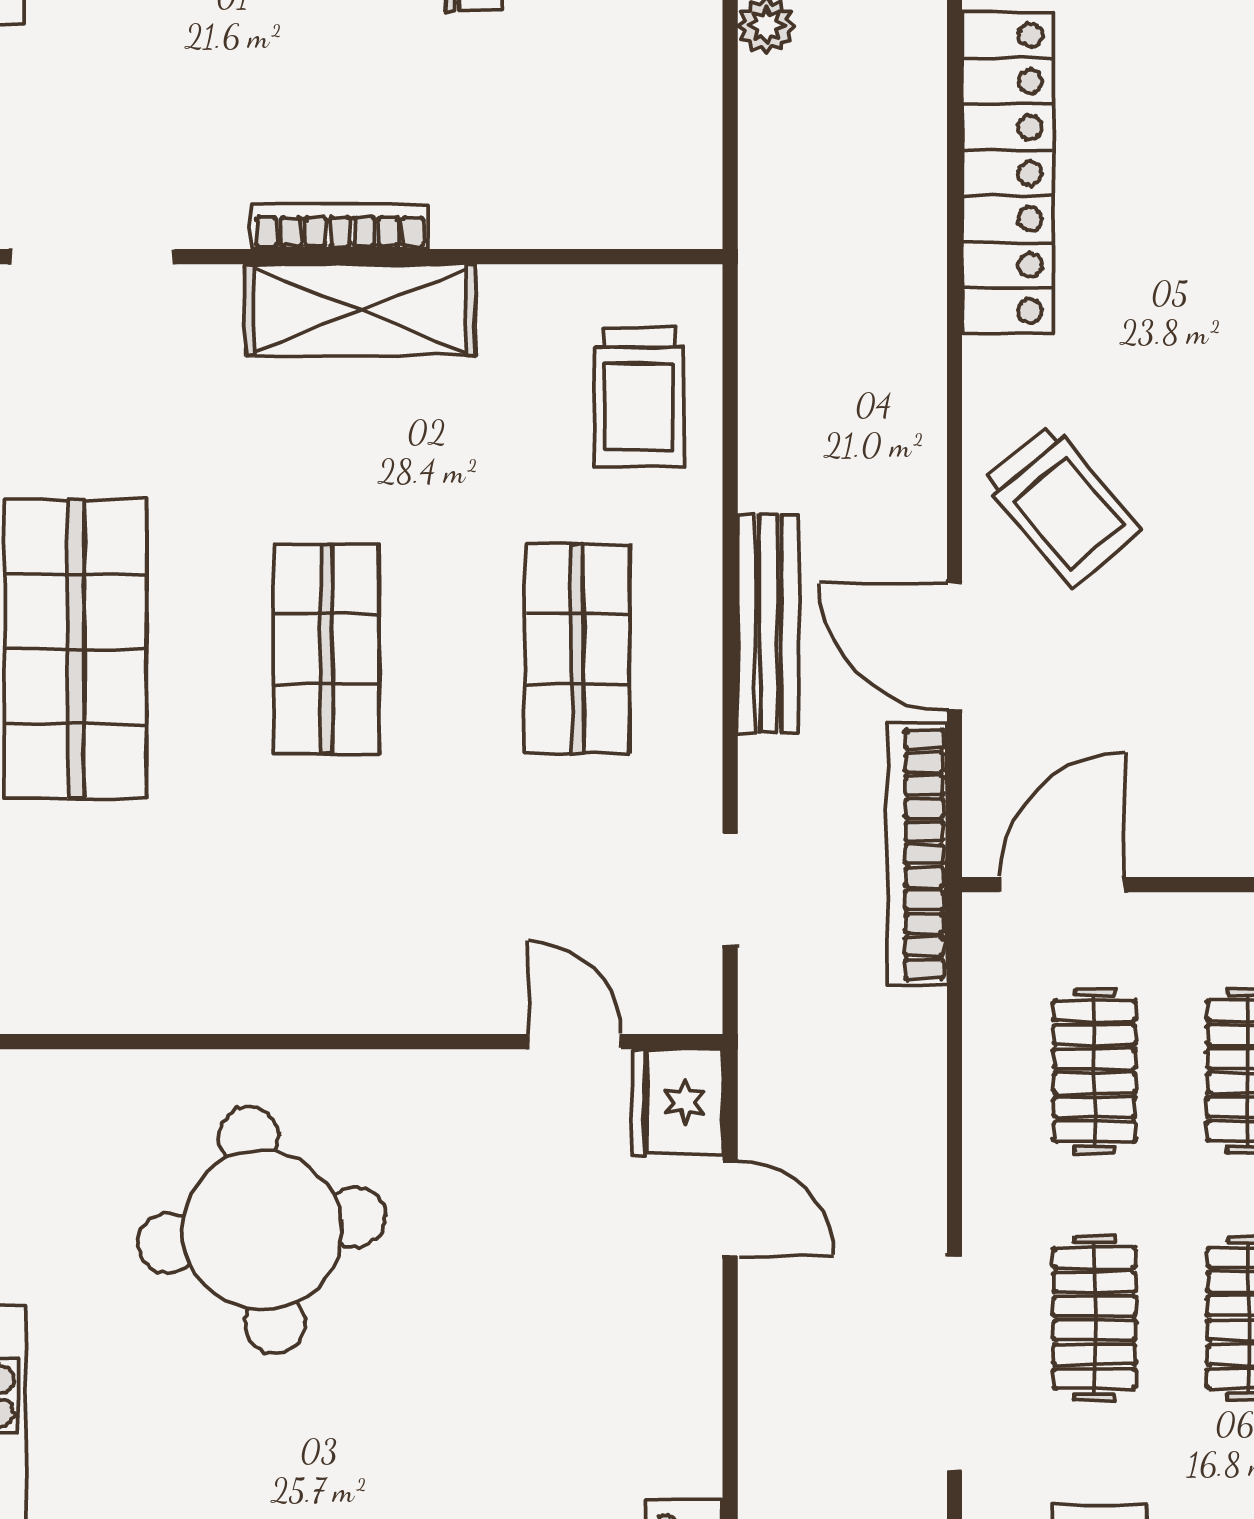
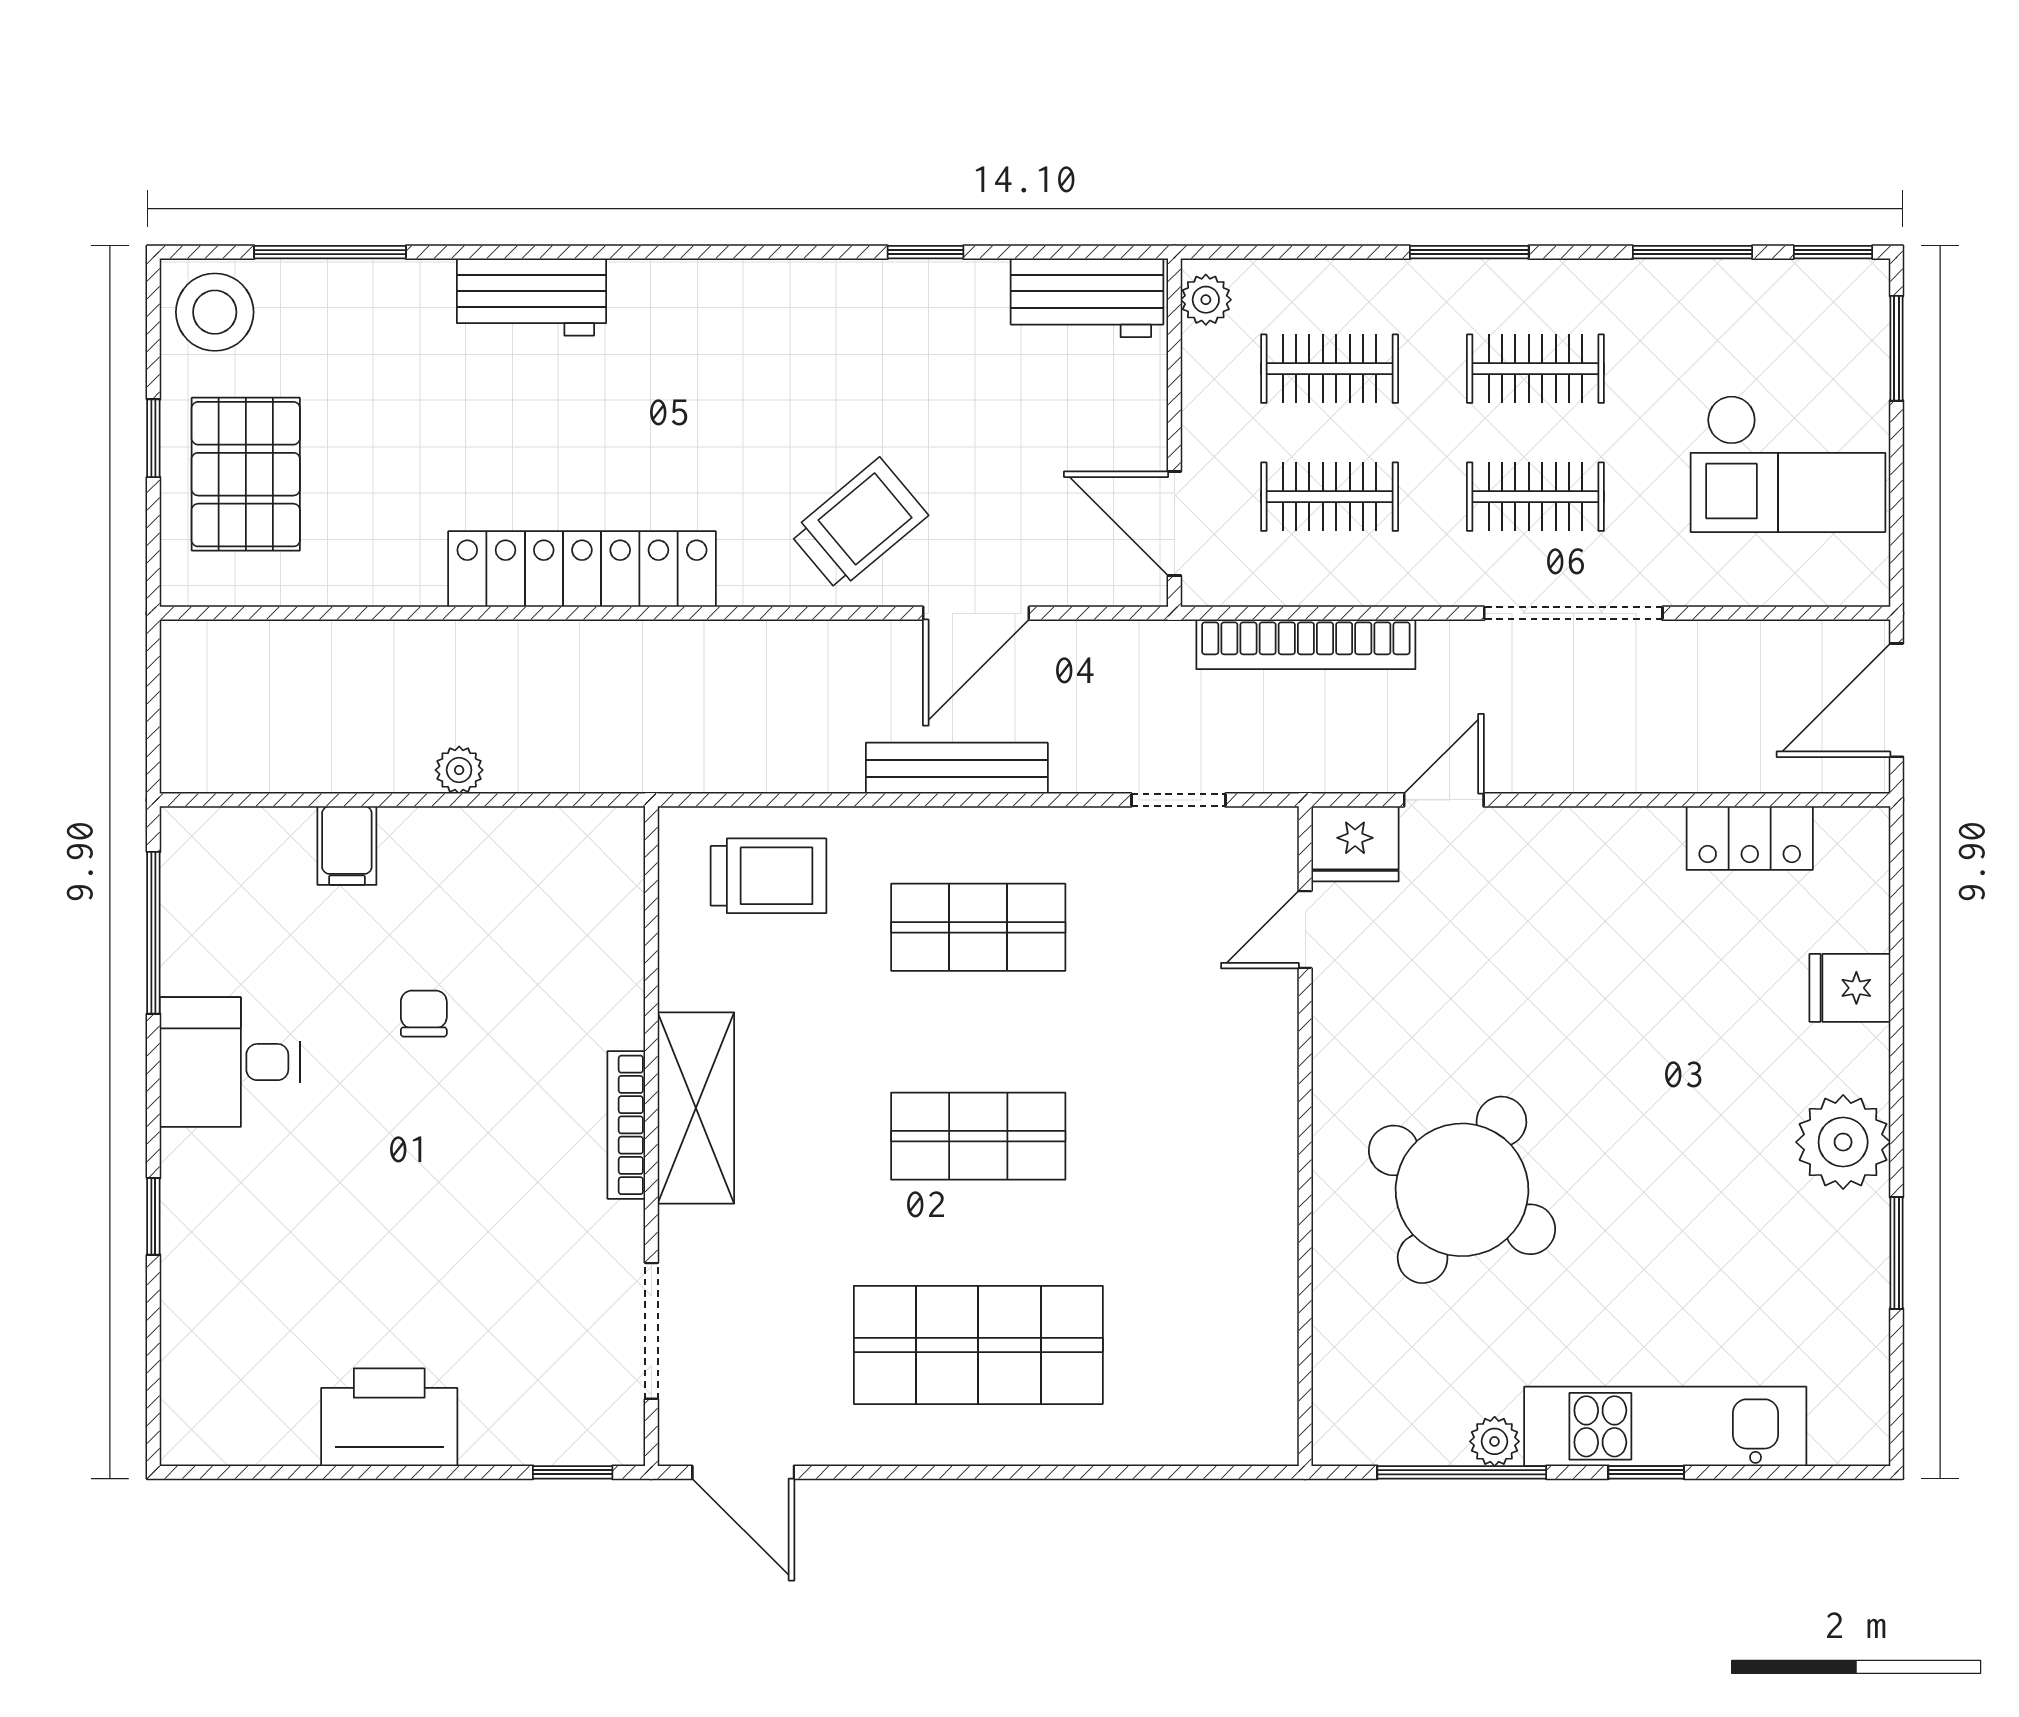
bookcase: (917, 854) -> (1306, 644), moved
round table: (262, 1230) -> (1462, 1190), turned 38

